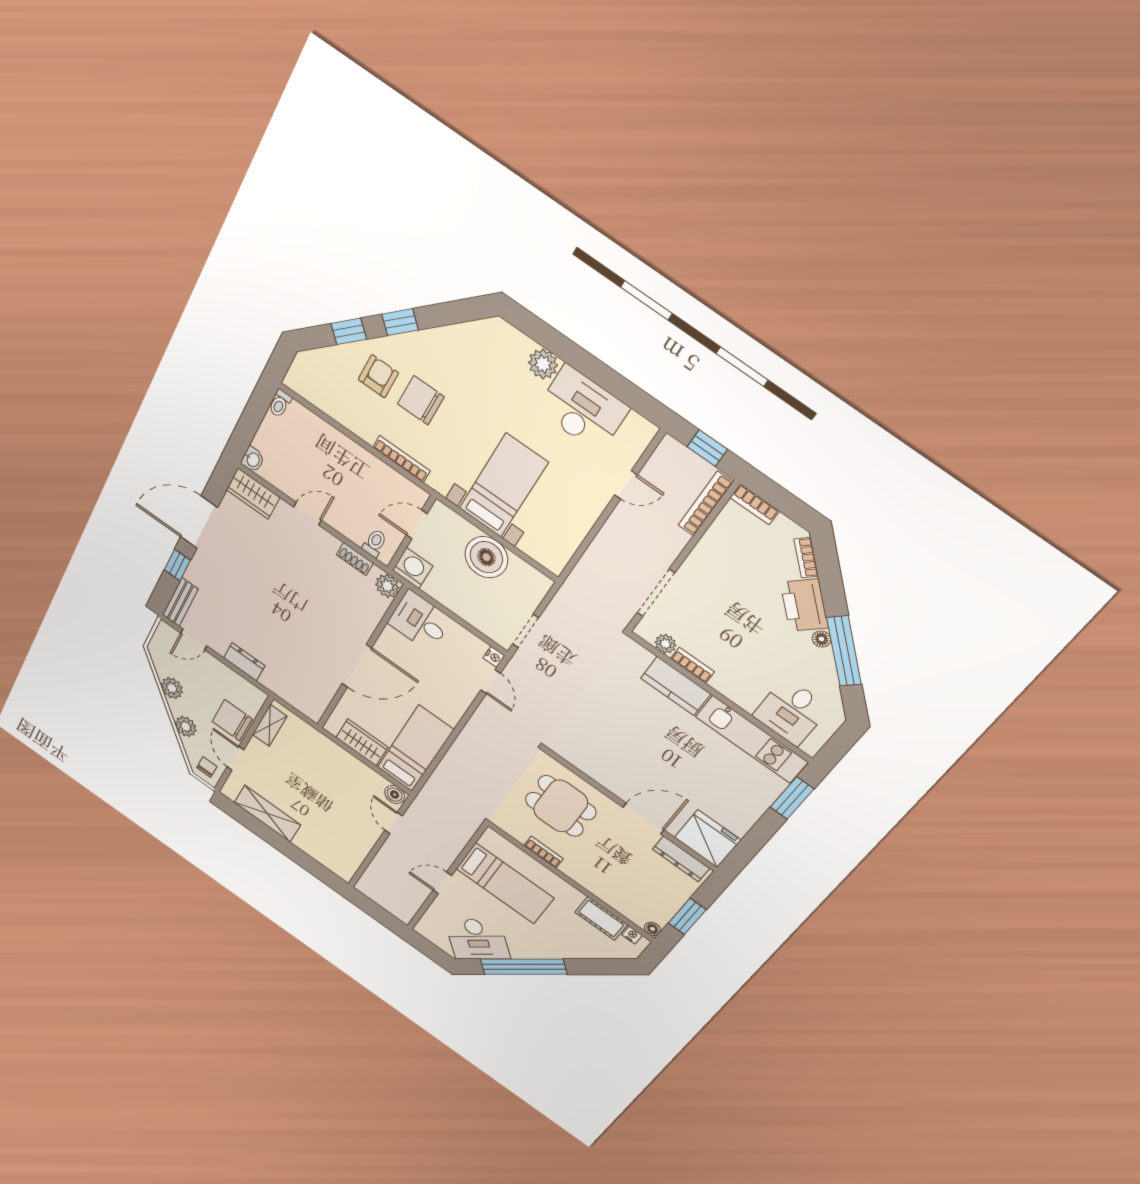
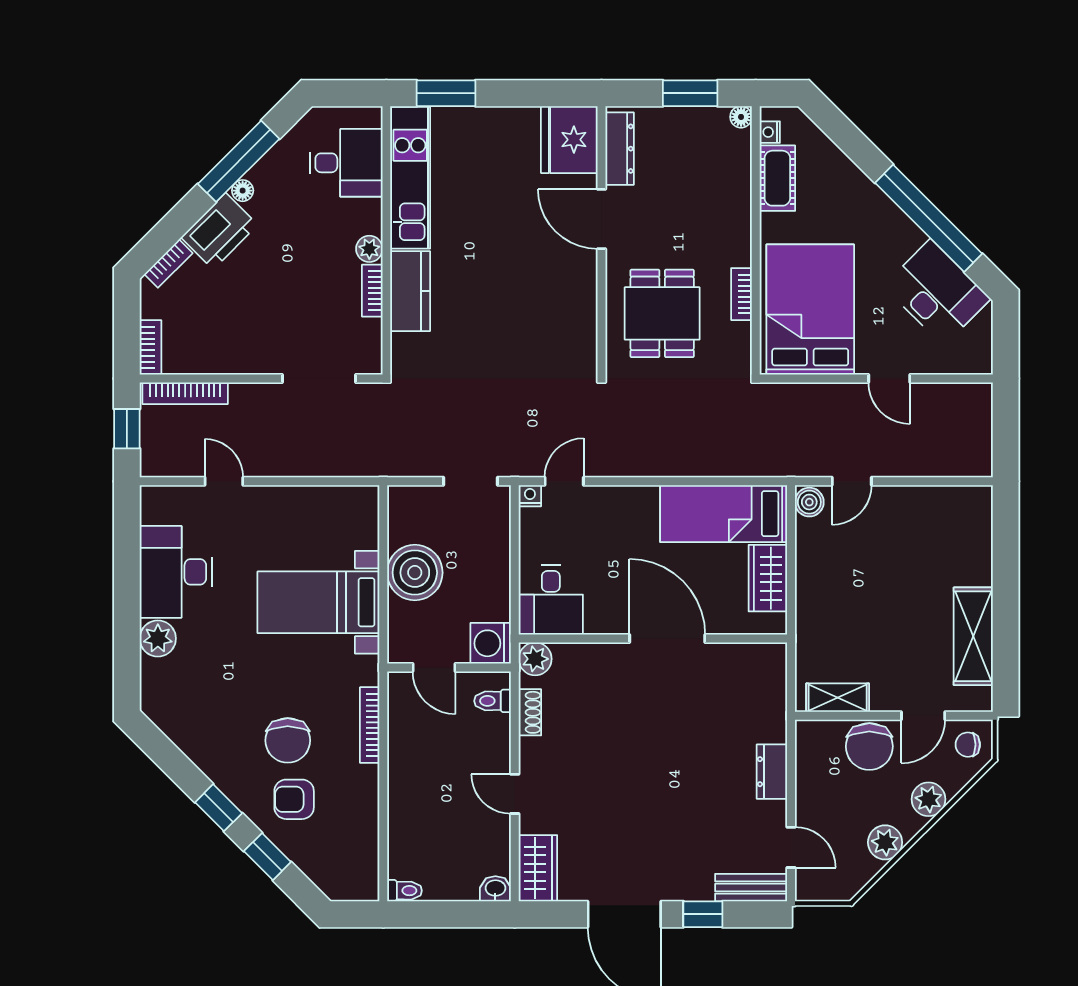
plant: (665, 644) -> (369, 249), moved
bed: (505, 883) -> (810, 310), width x1.50

